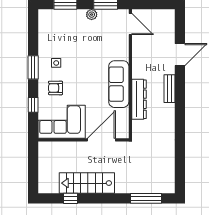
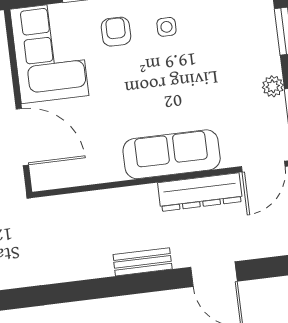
sofa: (119, 84) -> (172, 154), moved
dresser: (139, 99) -> (200, 192), moved

